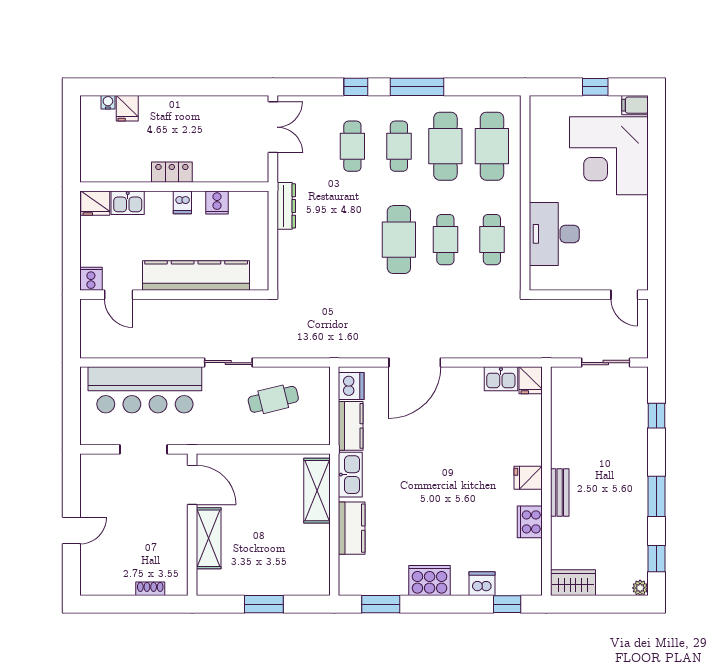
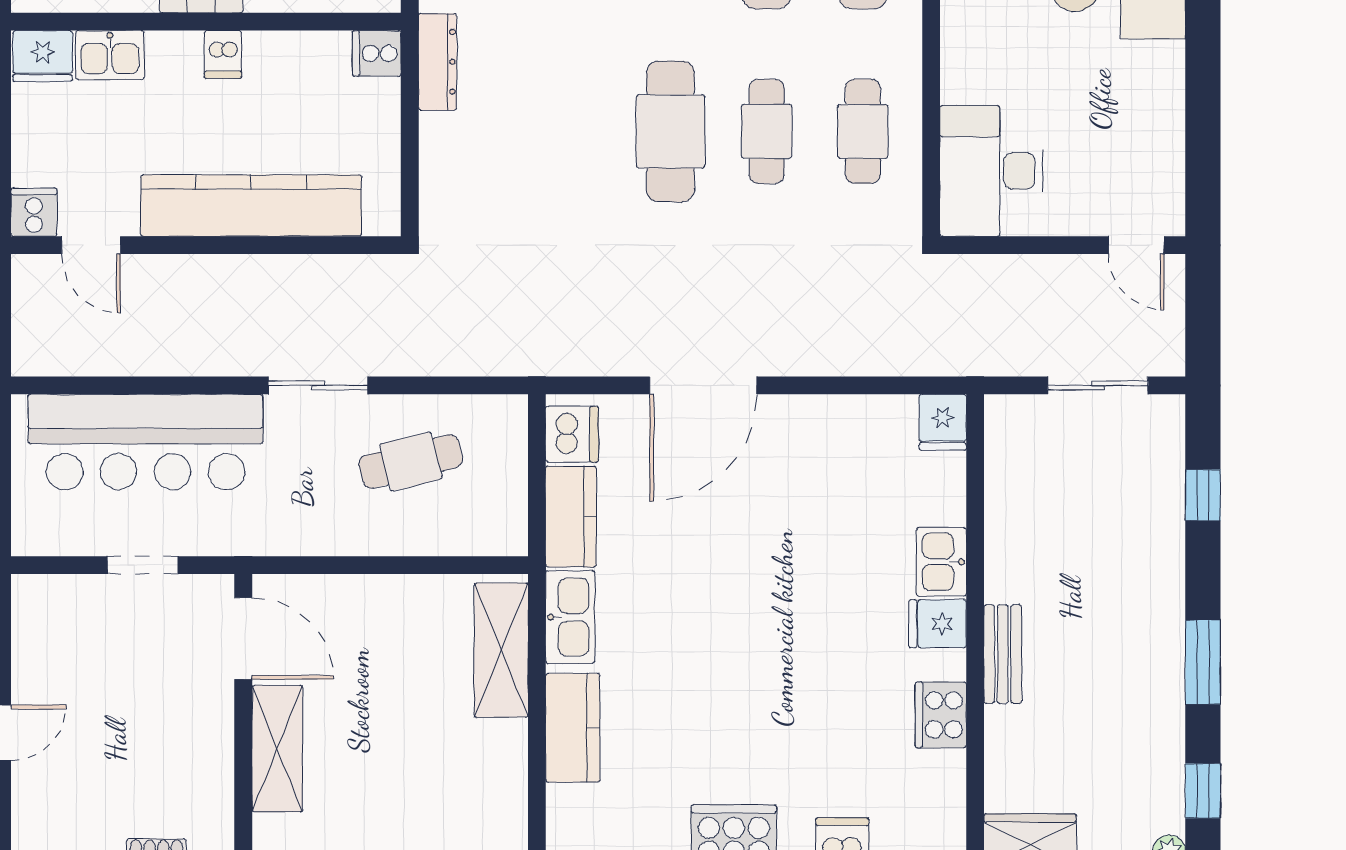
cooker: (217, 202) -> (377, 53), moved, turned 90
desk: (554, 234) -> (991, 171), moved
kitchen sink: (501, 379) -> (941, 562), moved, turned 90
doorway: (143, 449) -> (143, 565), width x0.73

